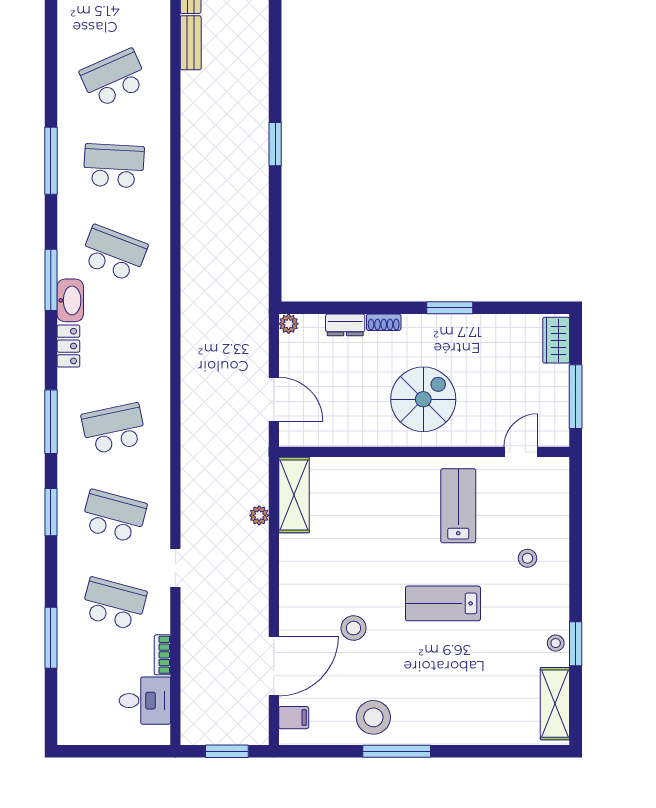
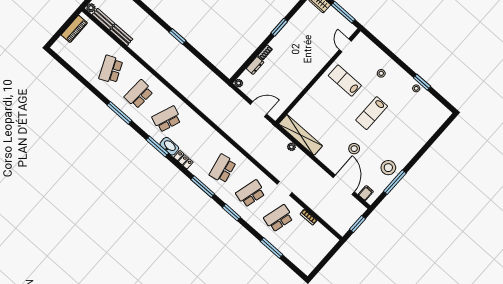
spiral stairs: (423, 399) -> (301, 62), removed
shelving: (294, 495) -> (300, 135), width x1.47
desk: (145, 701) -> (318, 236), removed
shelving: (555, 704) -> (435, 106), removed
window: (397, 751) -> (395, 182), moved

